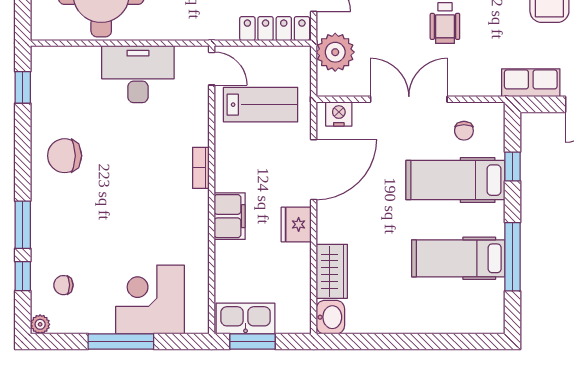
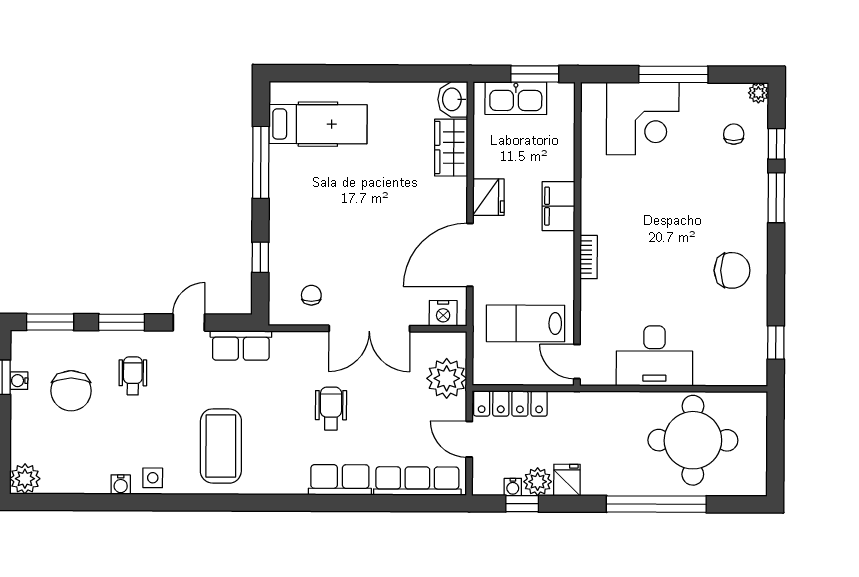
hospital bed: (455, 180) -> (321, 243), removed
hospital bed: (458, 258) -> (318, 124), moved
chair: (63, 285) -> (734, 134), turned -90
kitchen sink: (246, 318) -> (516, 98), moved

